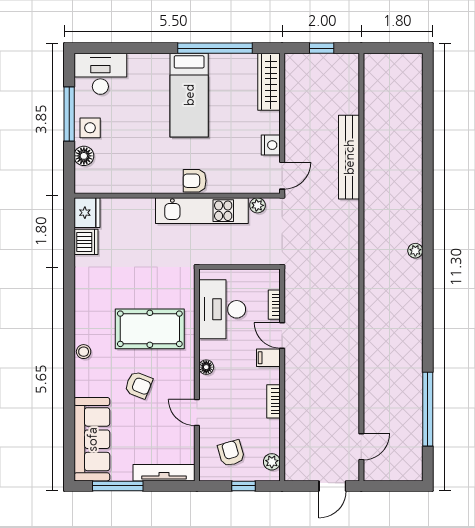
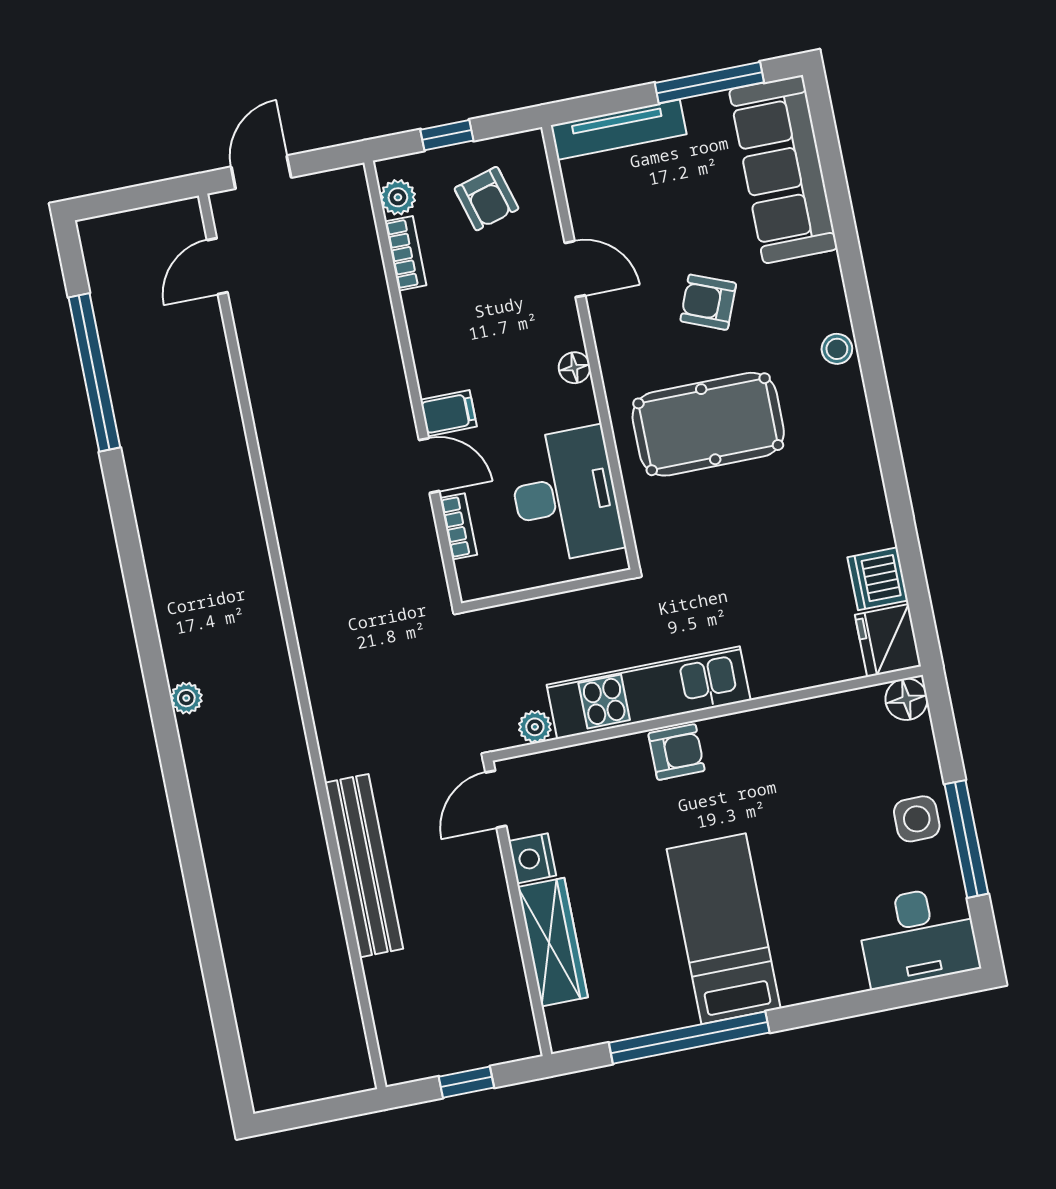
wardrobe: (269, 82) -> (553, 942), moved
floor lamp: (84, 156) -> (906, 699), moved
bookcase: (273, 401) -> (406, 253), moved

